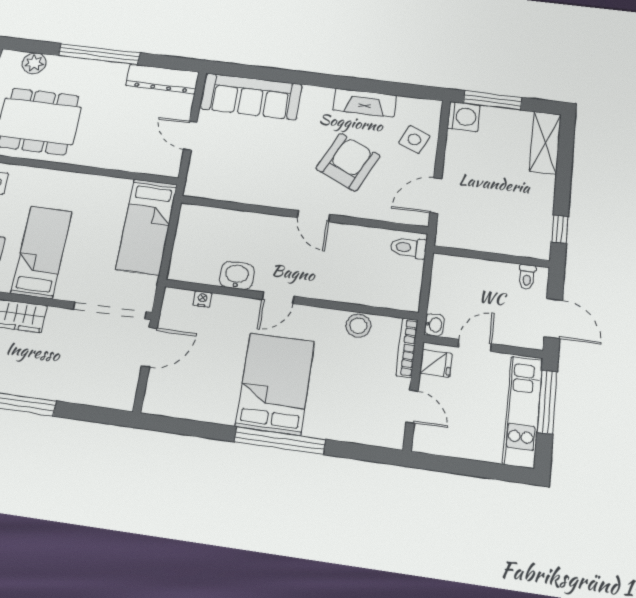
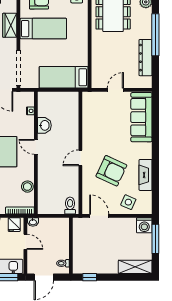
dresser: (162, 79) -> (145, 58), moved

